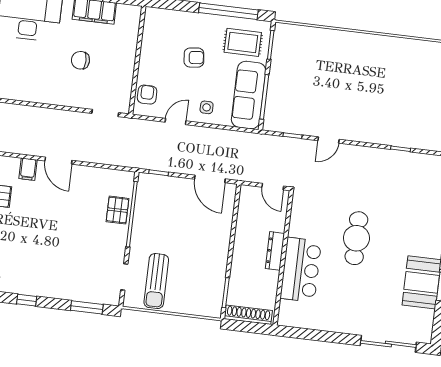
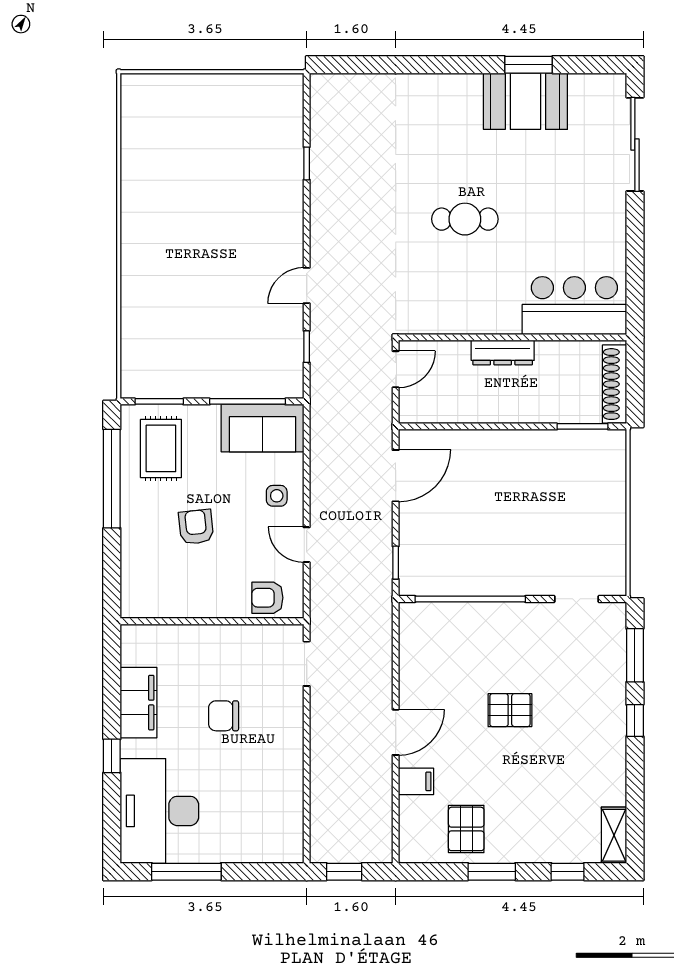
chair: (80, 60) -> (224, 716), turned 90
sofa: (249, 95) -> (263, 428), width x0.73
door: (329, 140) -> (307, 286), swing flipped
pallet: (117, 210) -> (510, 710), moved
cafe table: (356, 238) -> (465, 219), width x0.73, depth x0.74
bar counter: (301, 270) -> (574, 306), moved
sun lounger: (156, 281) -> (577, 545), removed
window: (27, 300) -> (635, 720), moved

